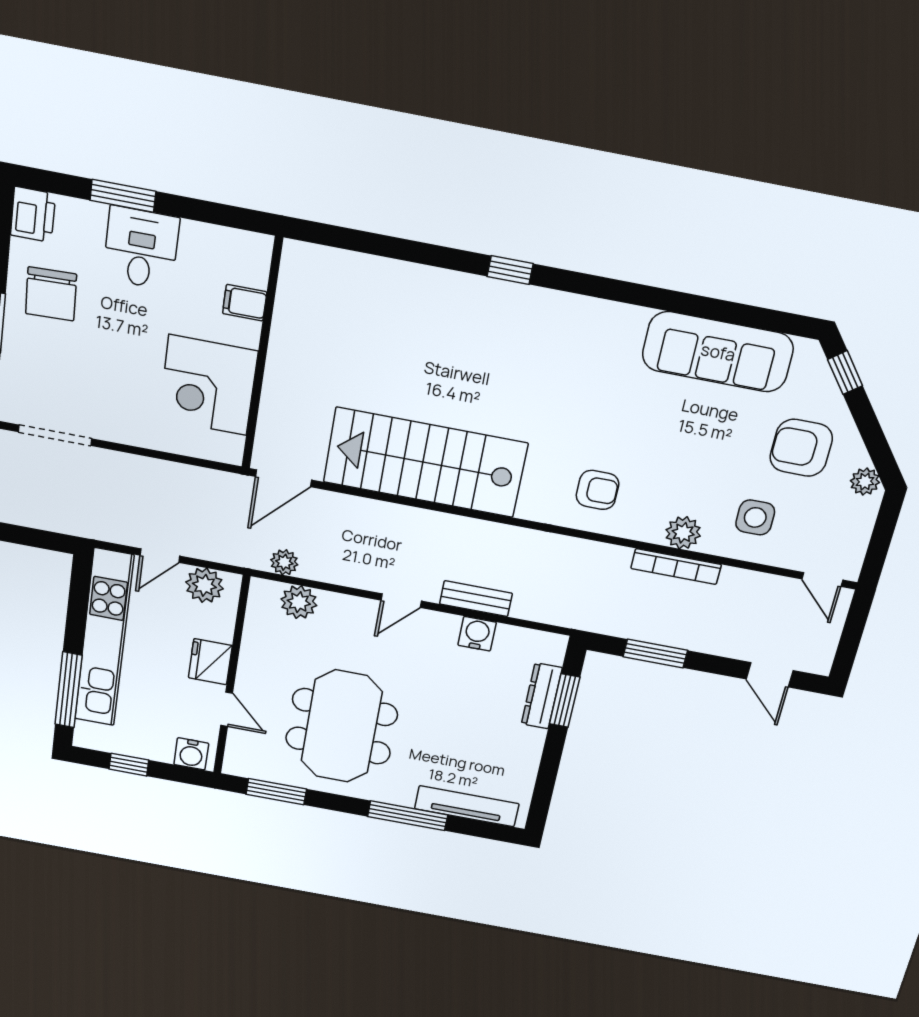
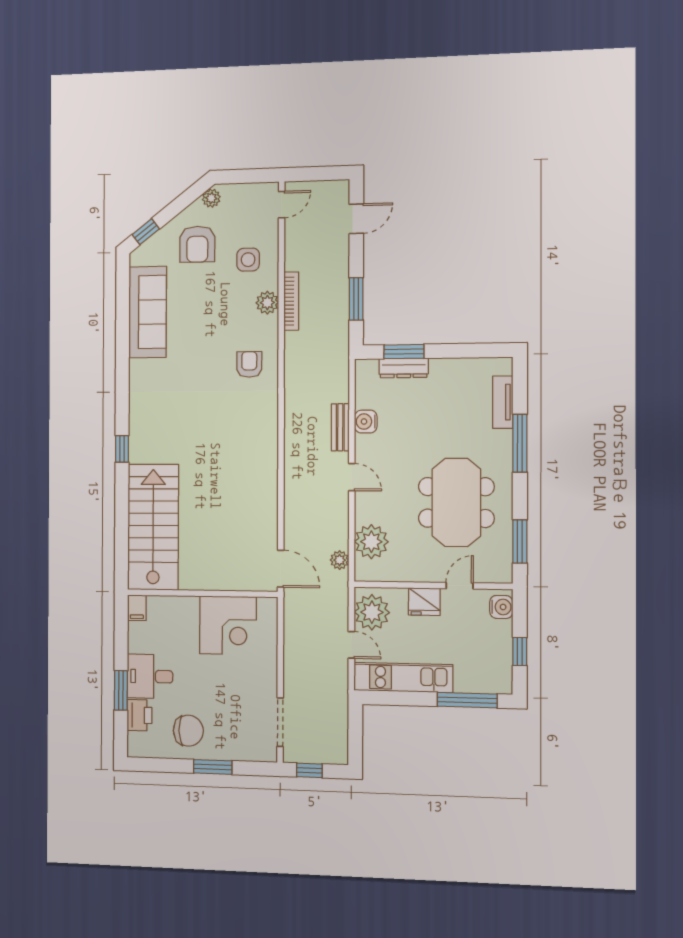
printer: (33, 215) -> (139, 715), moved, turned 90
filing cabinet: (245, 303) -> (137, 608), moved
stairs: (425, 463) -> (153, 527), moved, turned 180
plant: (204, 585) -> (372, 612), width x1.36, depth x1.36
plant: (299, 602) -> (371, 542), width x1.36, depth x1.36
kitchen unit: (104, 638) -> (403, 678), width x0.73
meeting table: (342, 726) -> (456, 502), turned 90
tv unit: (467, 806) -> (503, 402), width x0.71

